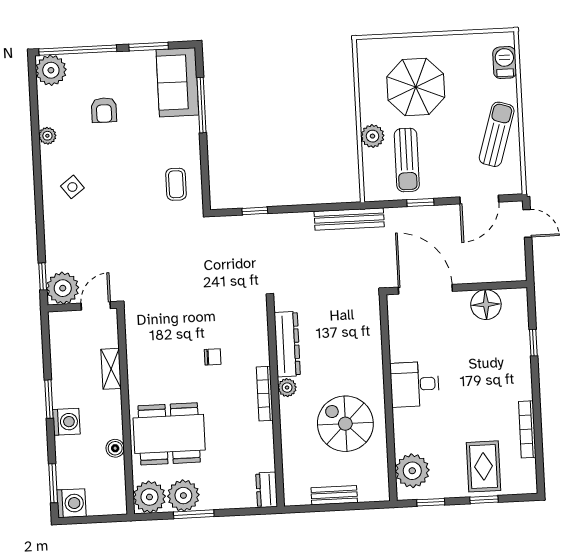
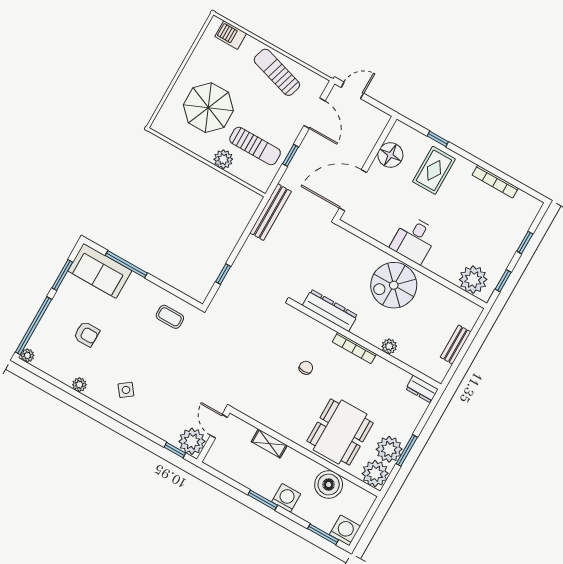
plant: (51, 70) -> (27, 355), width x0.53, depth x0.53
plant: (287, 388) -> (389, 346), moved
spiral stairs: (345, 424) -> (394, 285), moved
boiler: (115, 448) -> (329, 485), width x1.86, depth x1.86
rug: (484, 466) -> (434, 170), moved, turned 90

